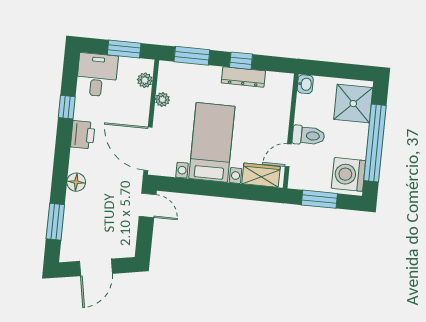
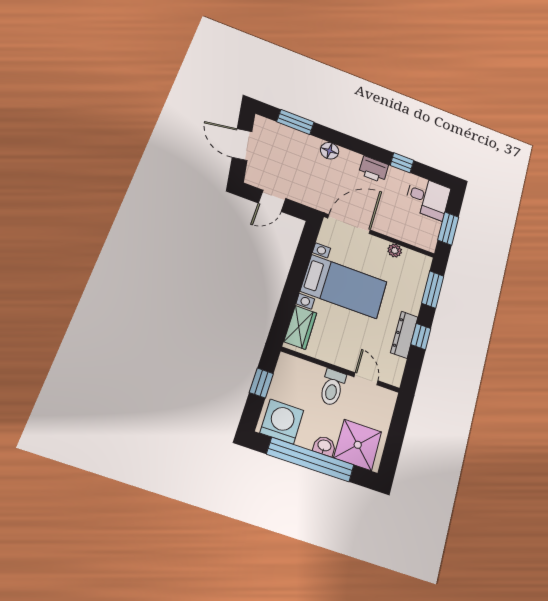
plant: (145, 80) -> (416, 239), removed
washbasin: (305, 84) -> (324, 446), moved, turned 180
door: (288, 155) -> (366, 379), moved
window: (319, 199) -> (261, 383), width x0.67
door: (148, 205) -> (272, 201), moved

